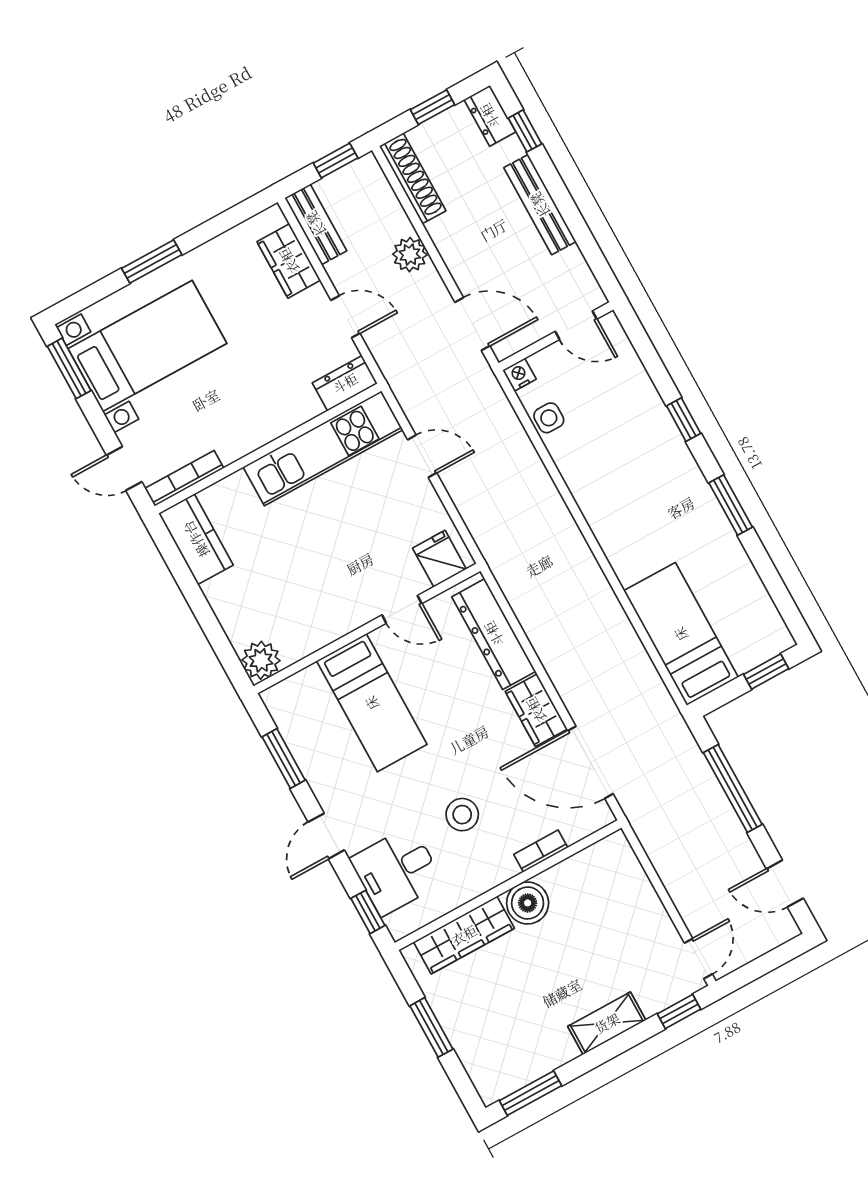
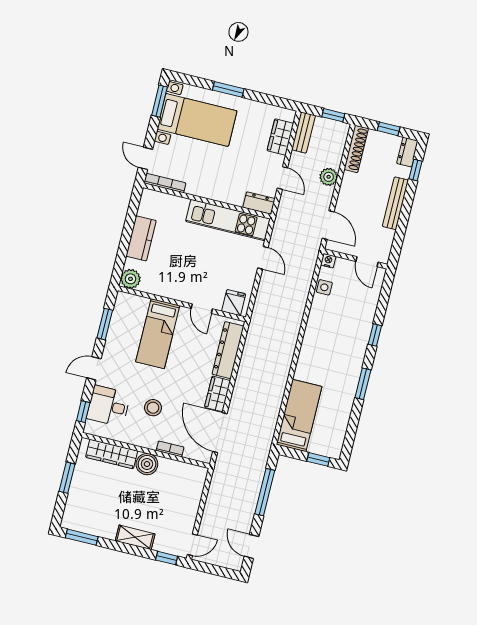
kitchen counter: (196, 539) -> (141, 238), moved

